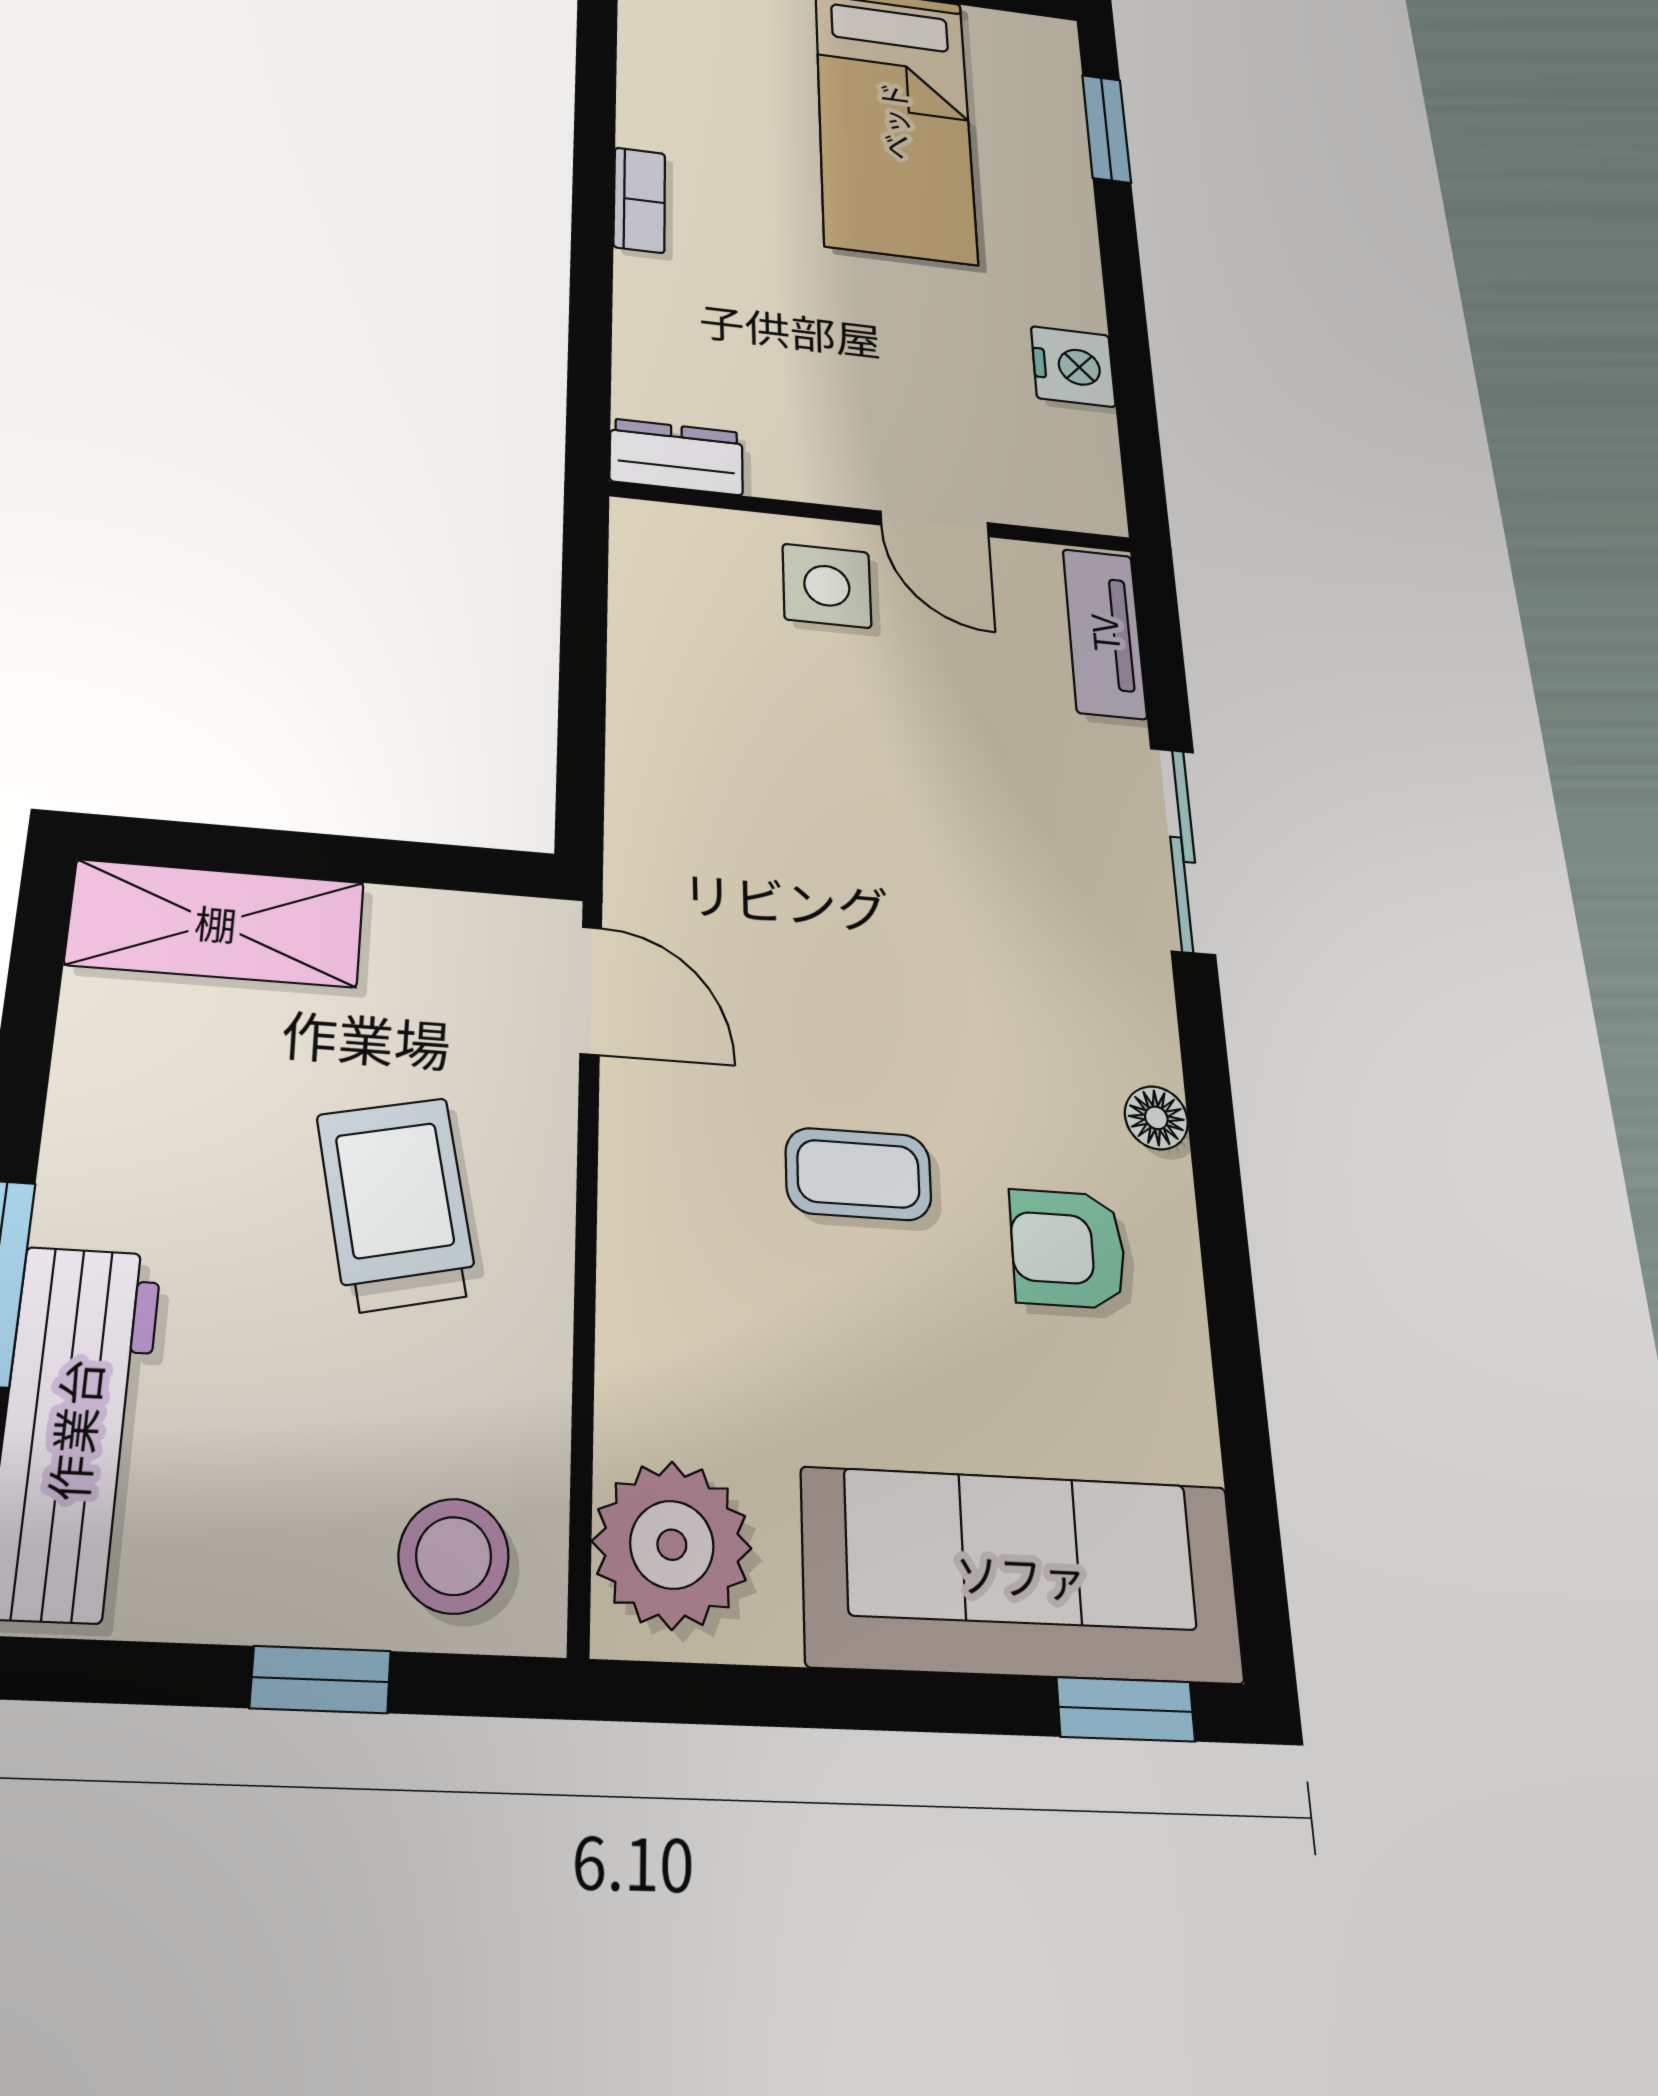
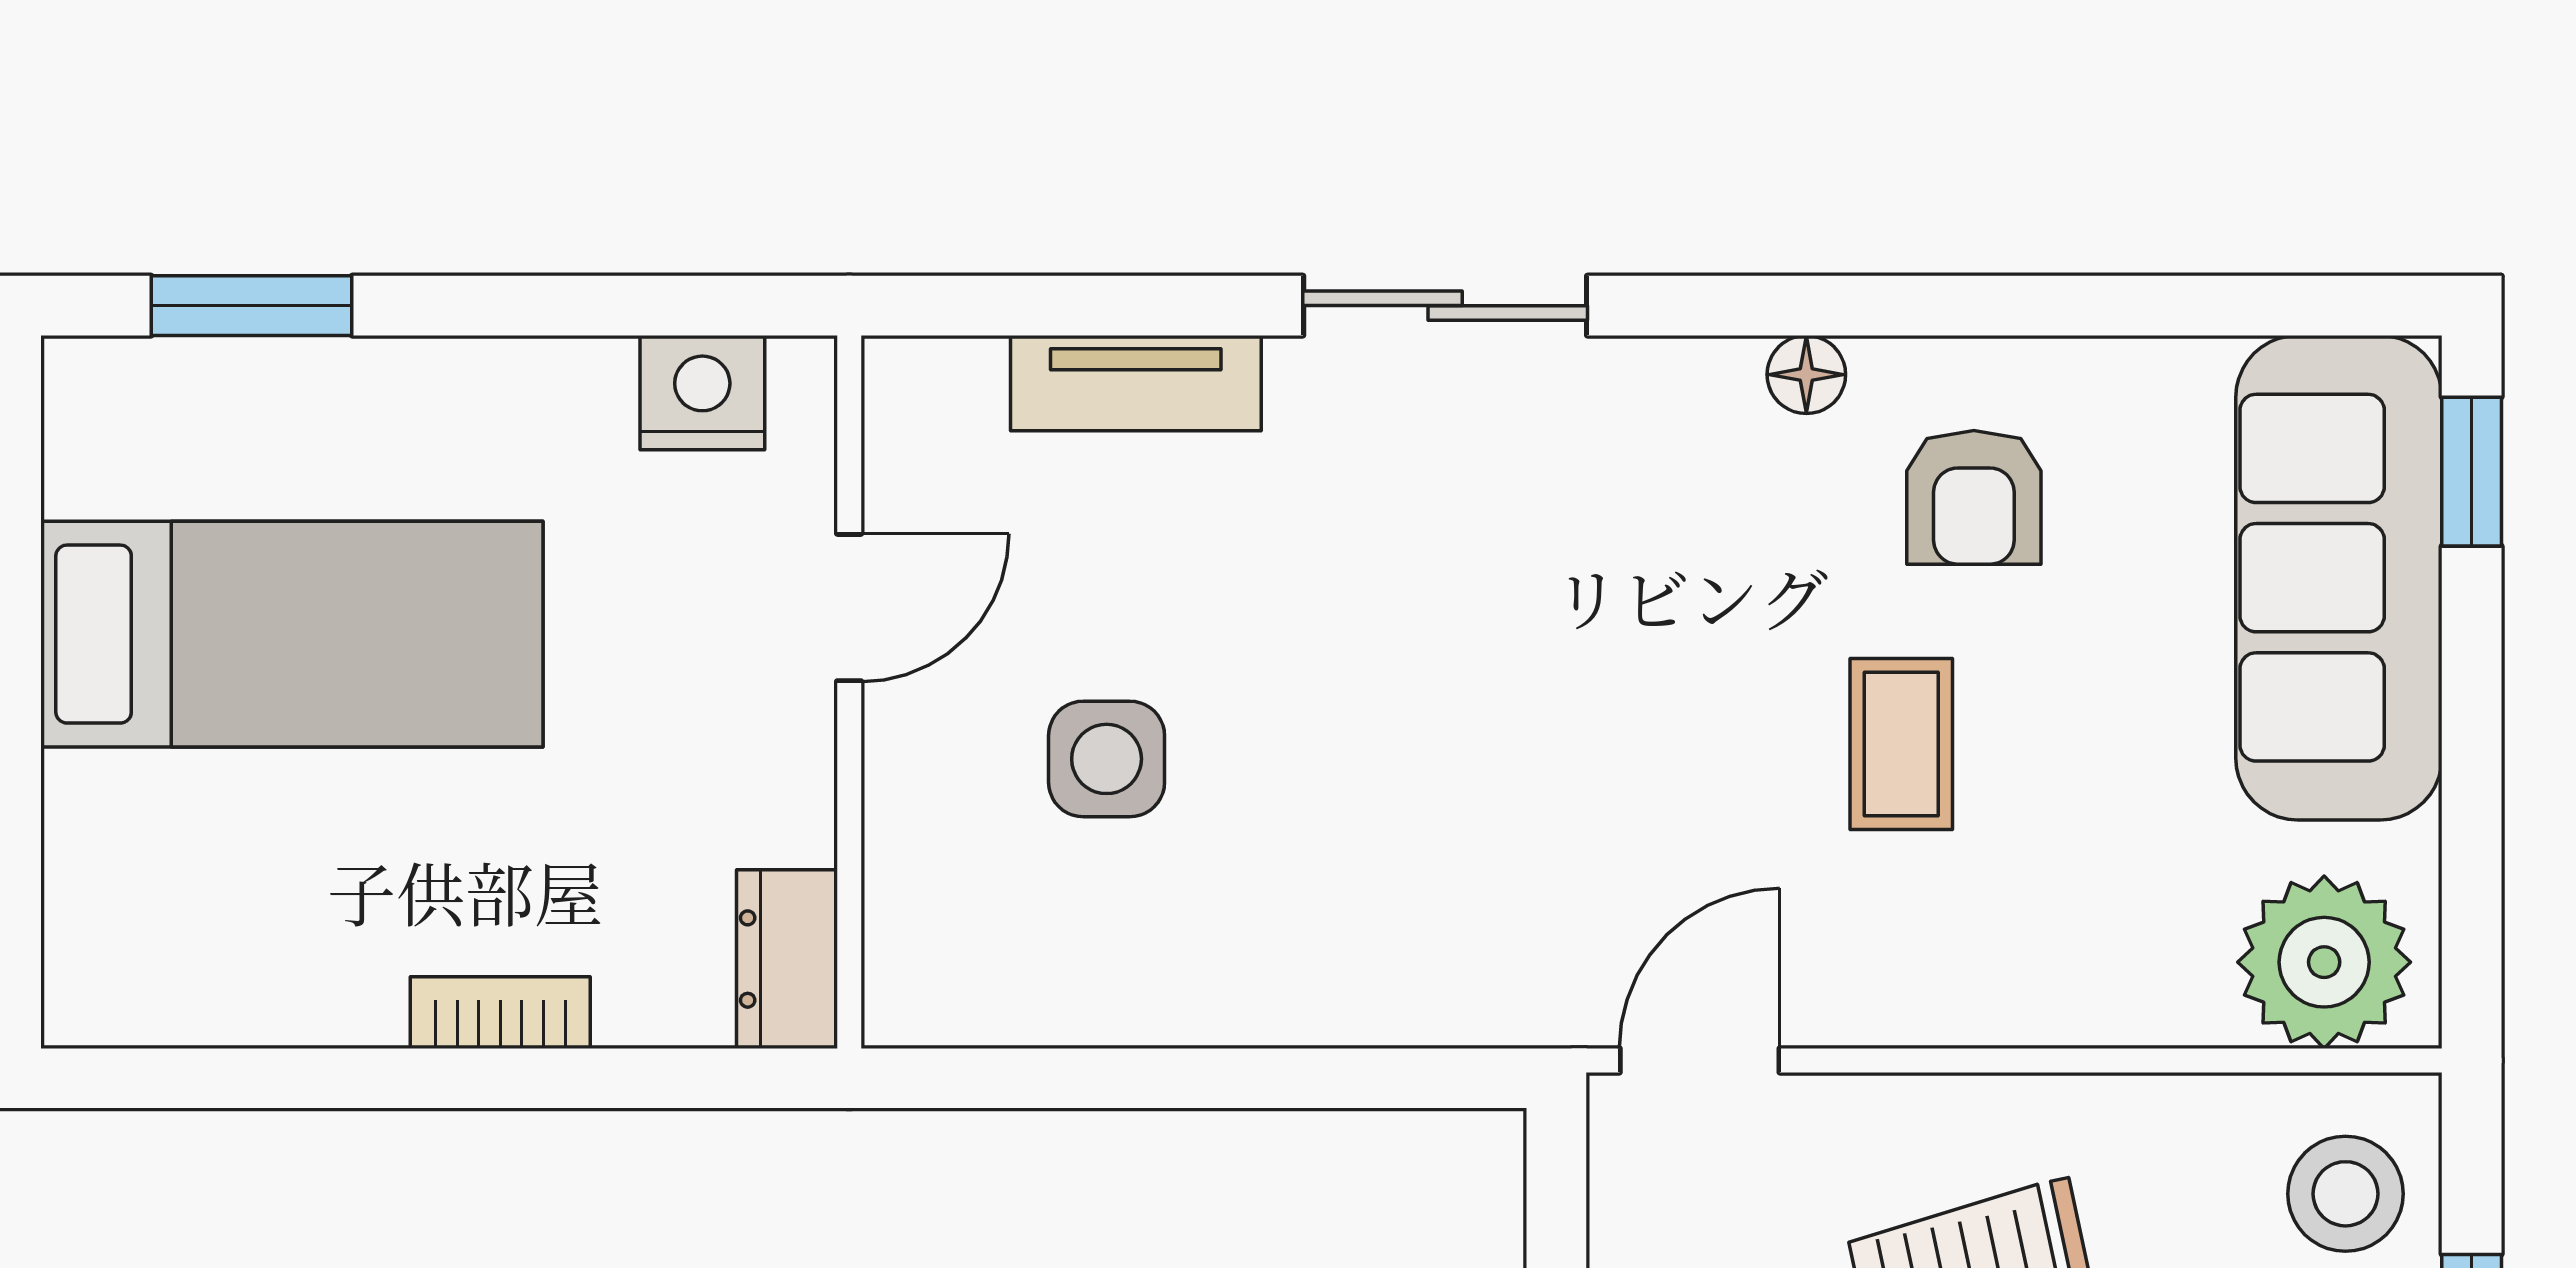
dresser: (676, 457) -> (787, 959), moved
wall: (874, 517) -> (849, 692), moved
door: (935, 524) -> (849, 608), moved

